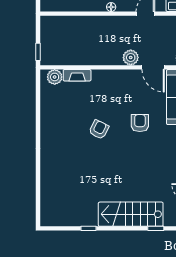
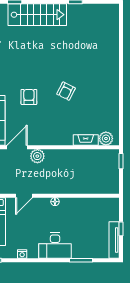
door: (153, 67) -> (17, 147), hinge flipped
armchair: (140, 123) -> (29, 97), turned 180

